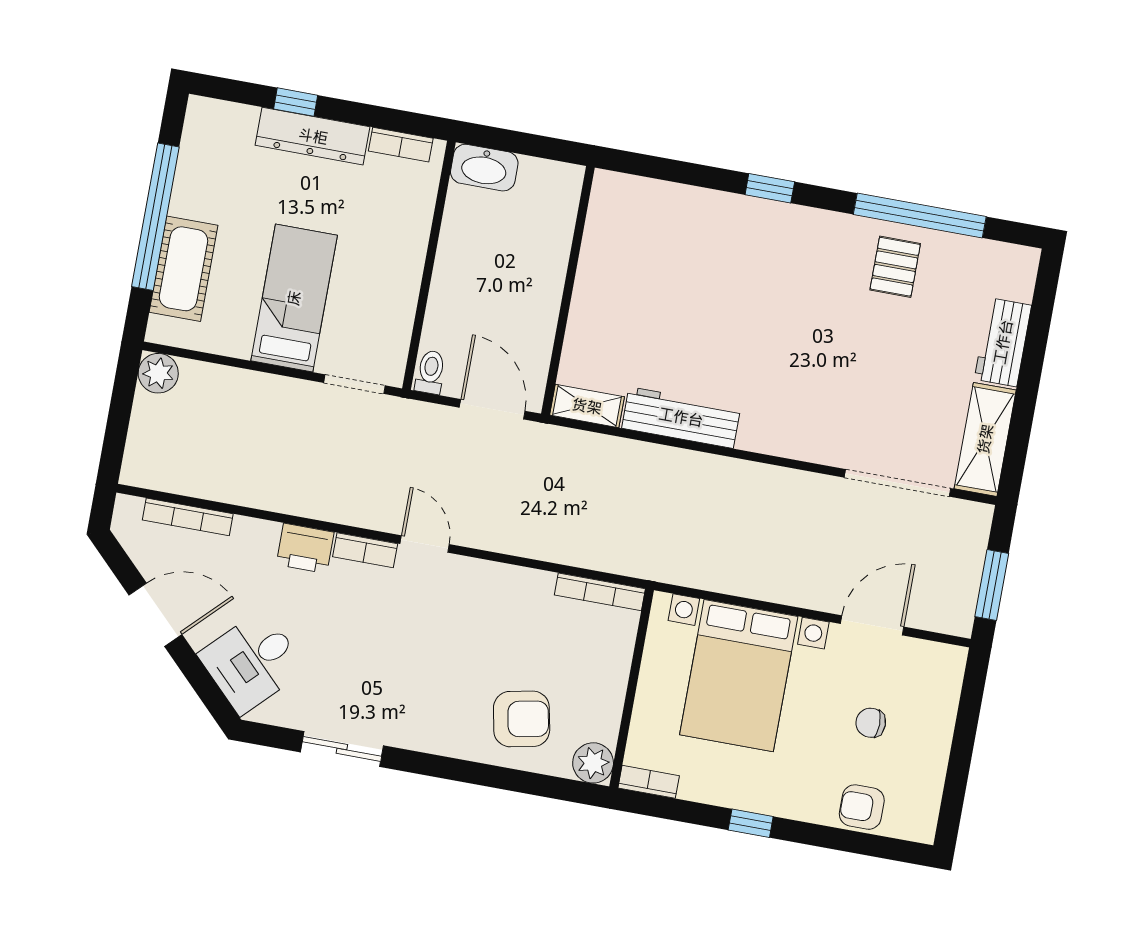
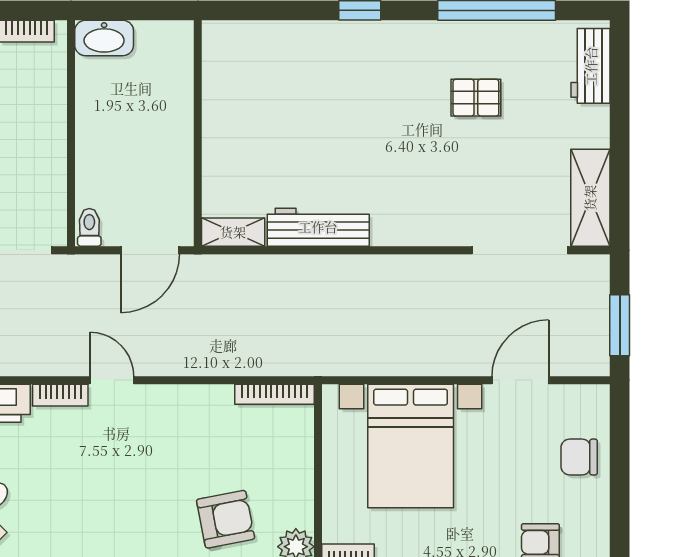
pallet: (895, 267) -> (476, 98), moved, turned 90
workbench: (1003, 342) -> (591, 66), moved
door: (492, 409) -> (150, 250), swing flipped
chair: (871, 723) -> (579, 457), moved, width x1.37, depth x1.37

